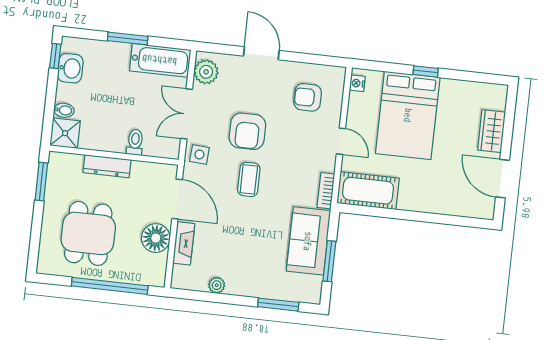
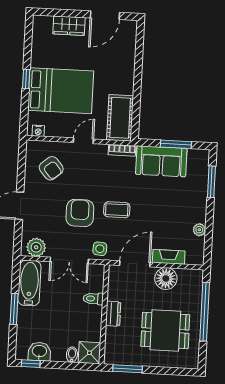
armchair: (308, 97) -> (51, 168), turned -40
armchair: (247, 131) -> (80, 213), turned -90
dresser: (107, 166) -> (113, 314), width x0.70

